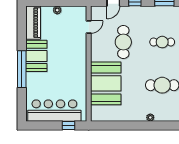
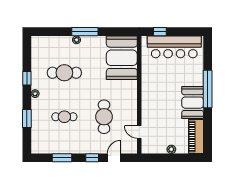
door: (89, 27) -> (139, 132), hinge flipped
booth: (106, 83) -> (122, 58), moved
window: (142, 125) -> (85, 32), added

